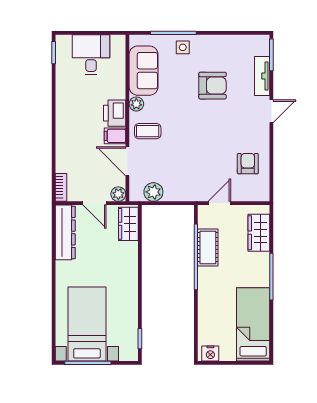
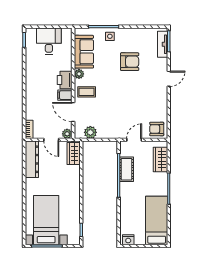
tv unit: (262, 76) -> (163, 44), moved
armchair: (248, 164) -> (157, 129), moved, turned -90

